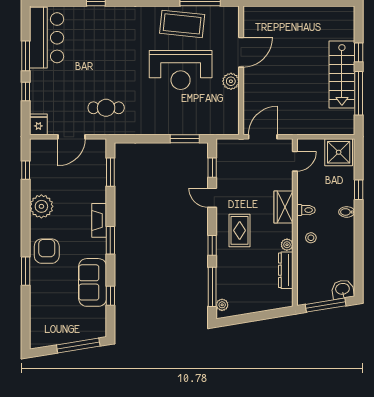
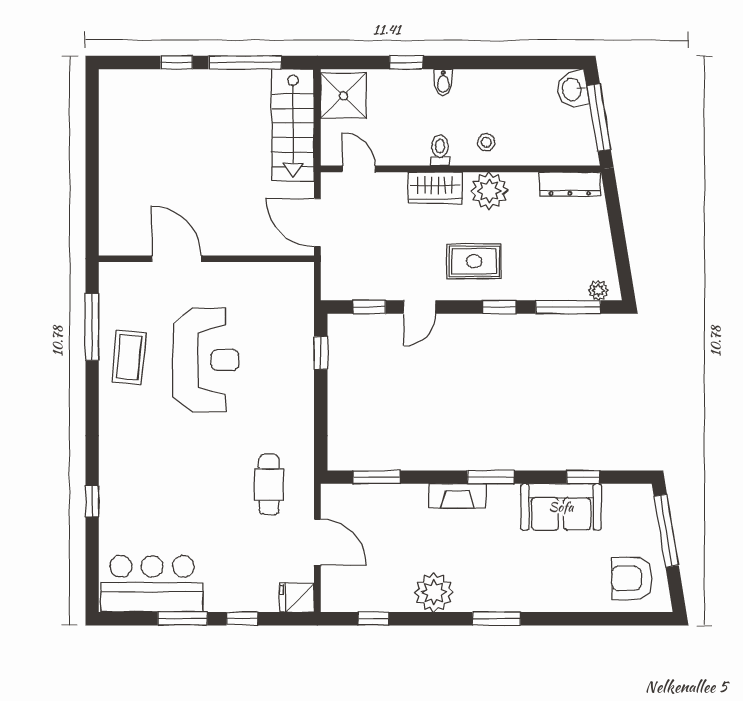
coffee table: (182, 24) -> (129, 357), width x0.73, depth x0.76
stairs: (342, 74) -> (293, 125), moved, turned 90
plant: (231, 81) -> (225, 276), removed
window: (185, 139) -> (321, 353), width x0.67
plant: (287, 245) -> (489, 191), width x1.88, depth x1.88
armchair: (47, 251) -> (632, 578), moved
dresser: (286, 270) -> (570, 184), moved
window: (26, 271) -> (496, 619), moved

